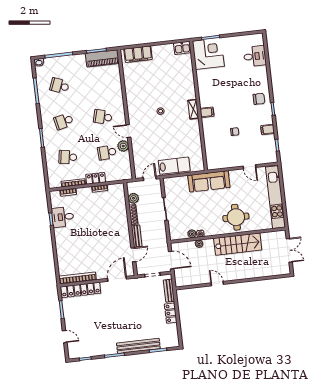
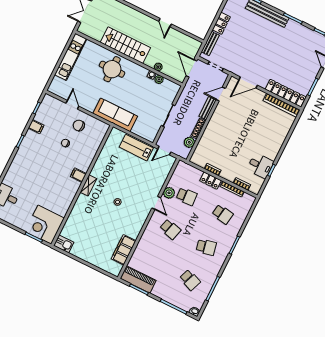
filing cabinet: (138, 54) -> (124, 250), moved, turned -90
chair: (259, 99) -> (79, 126), moved
kitchen unit: (275, 197) -> (71, 57), width x0.73

